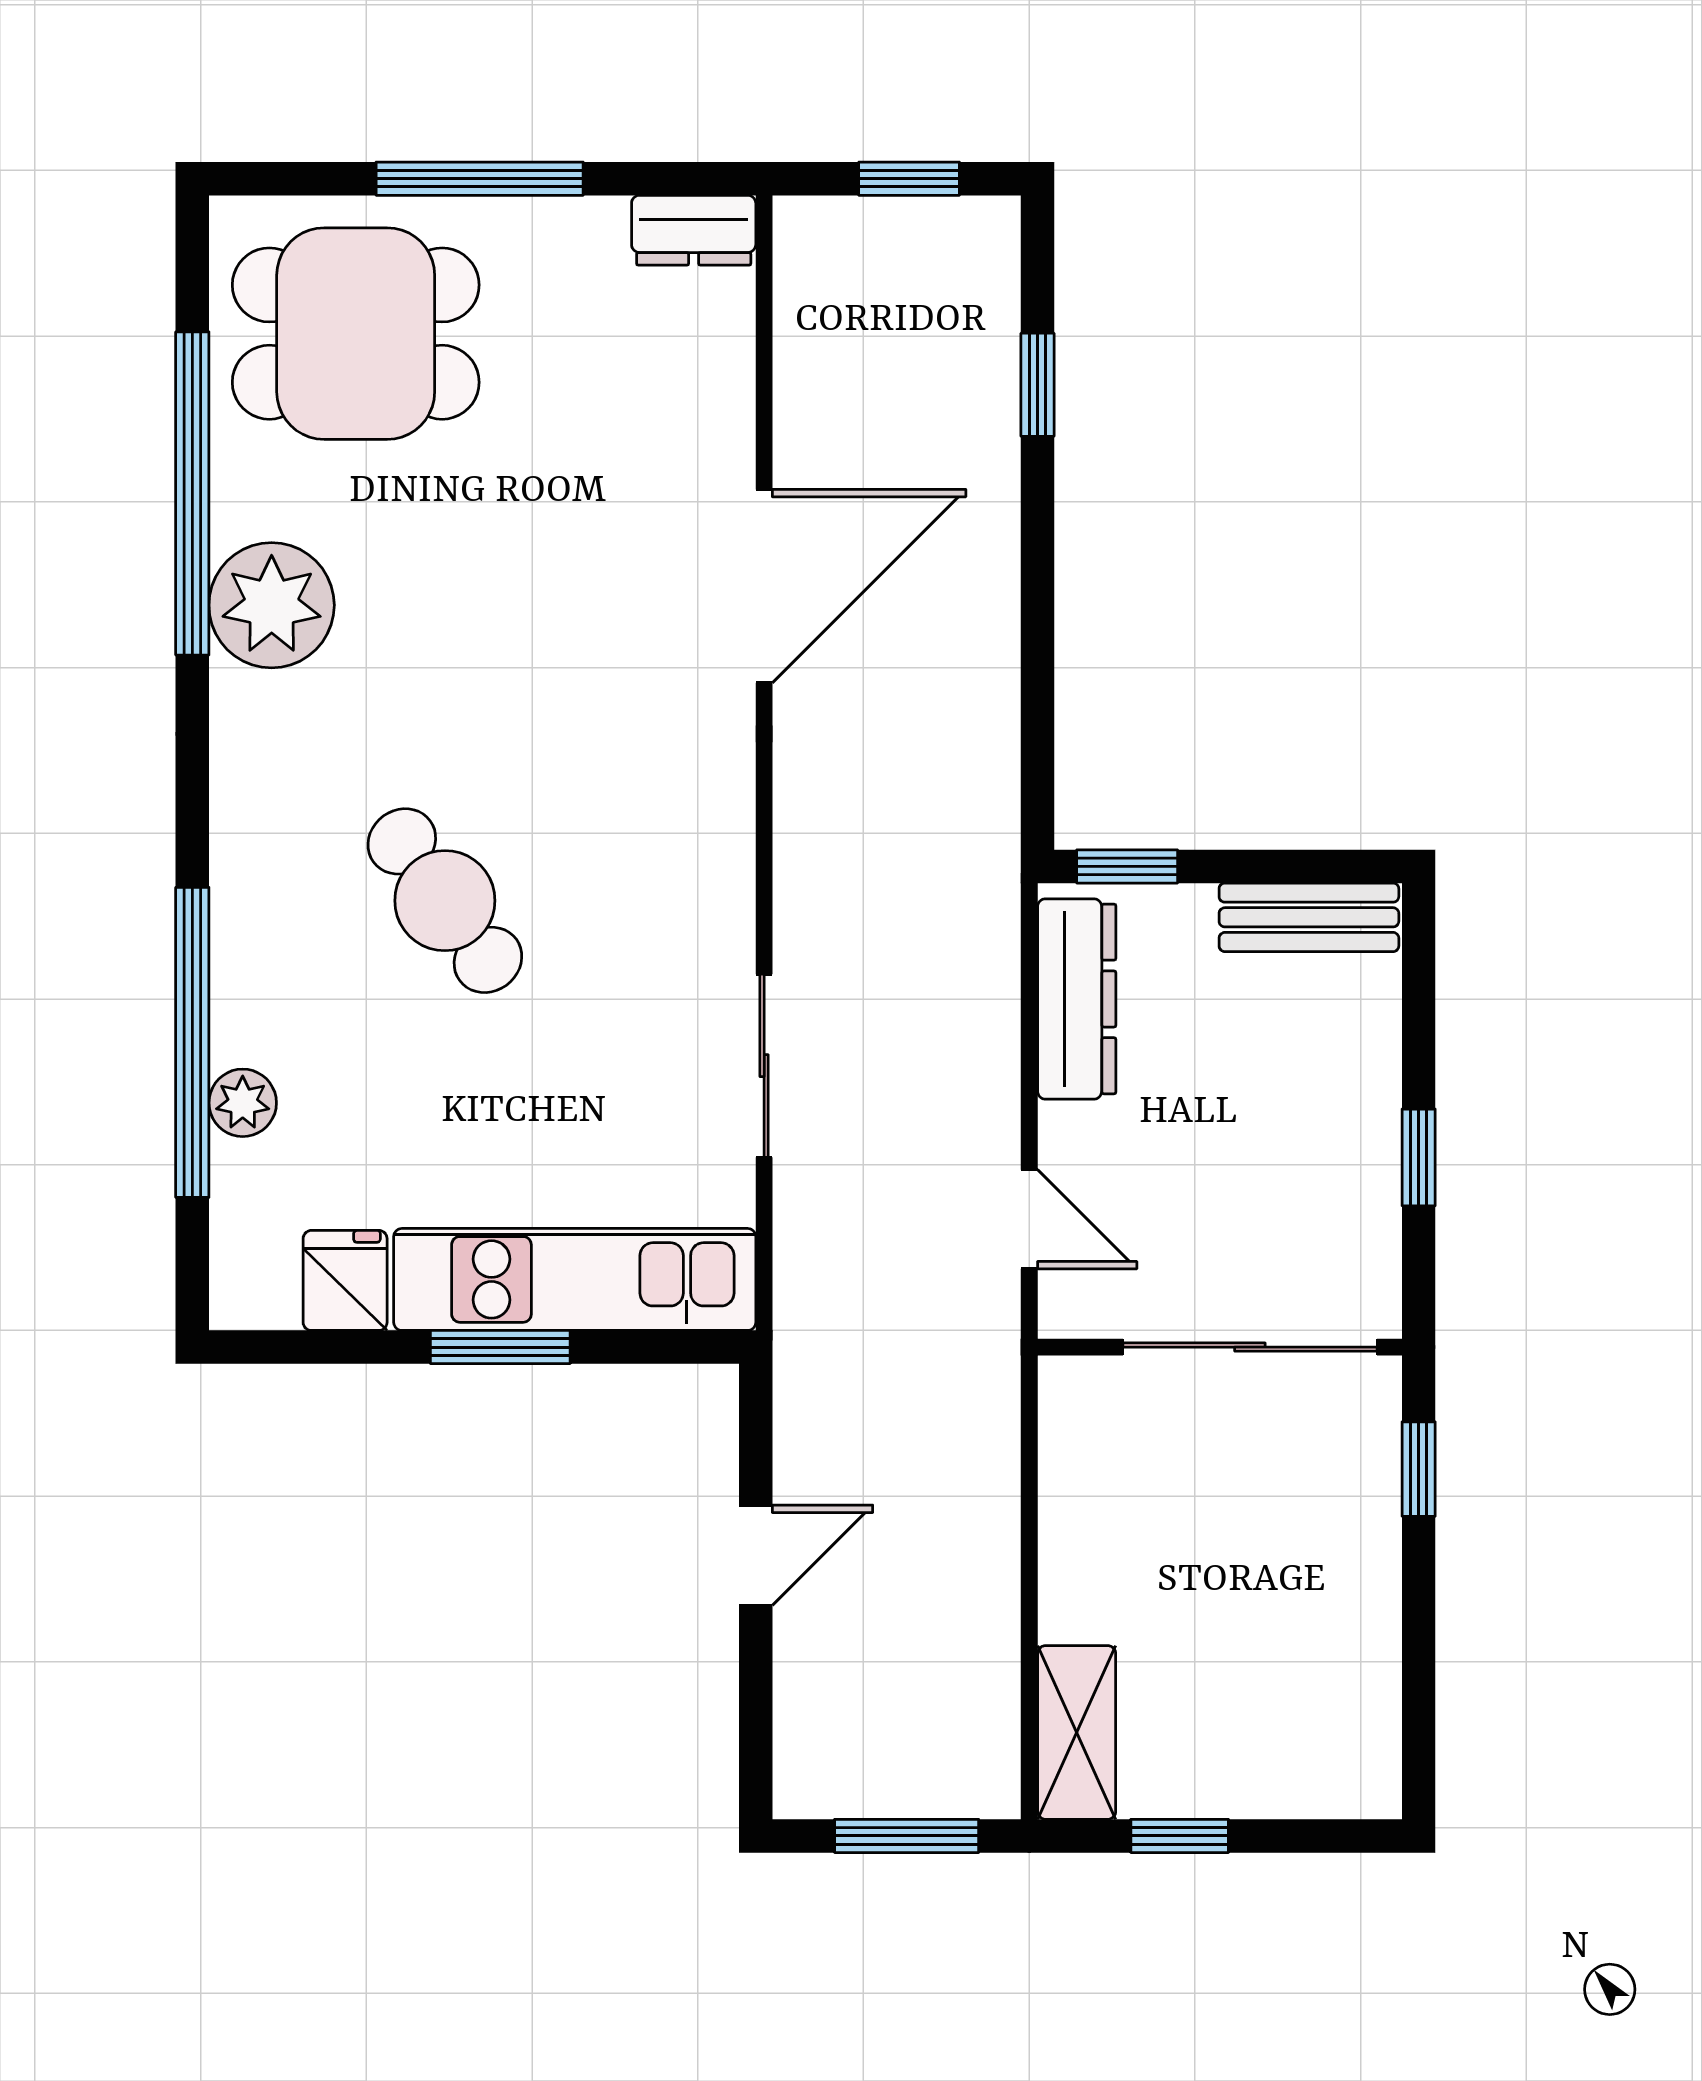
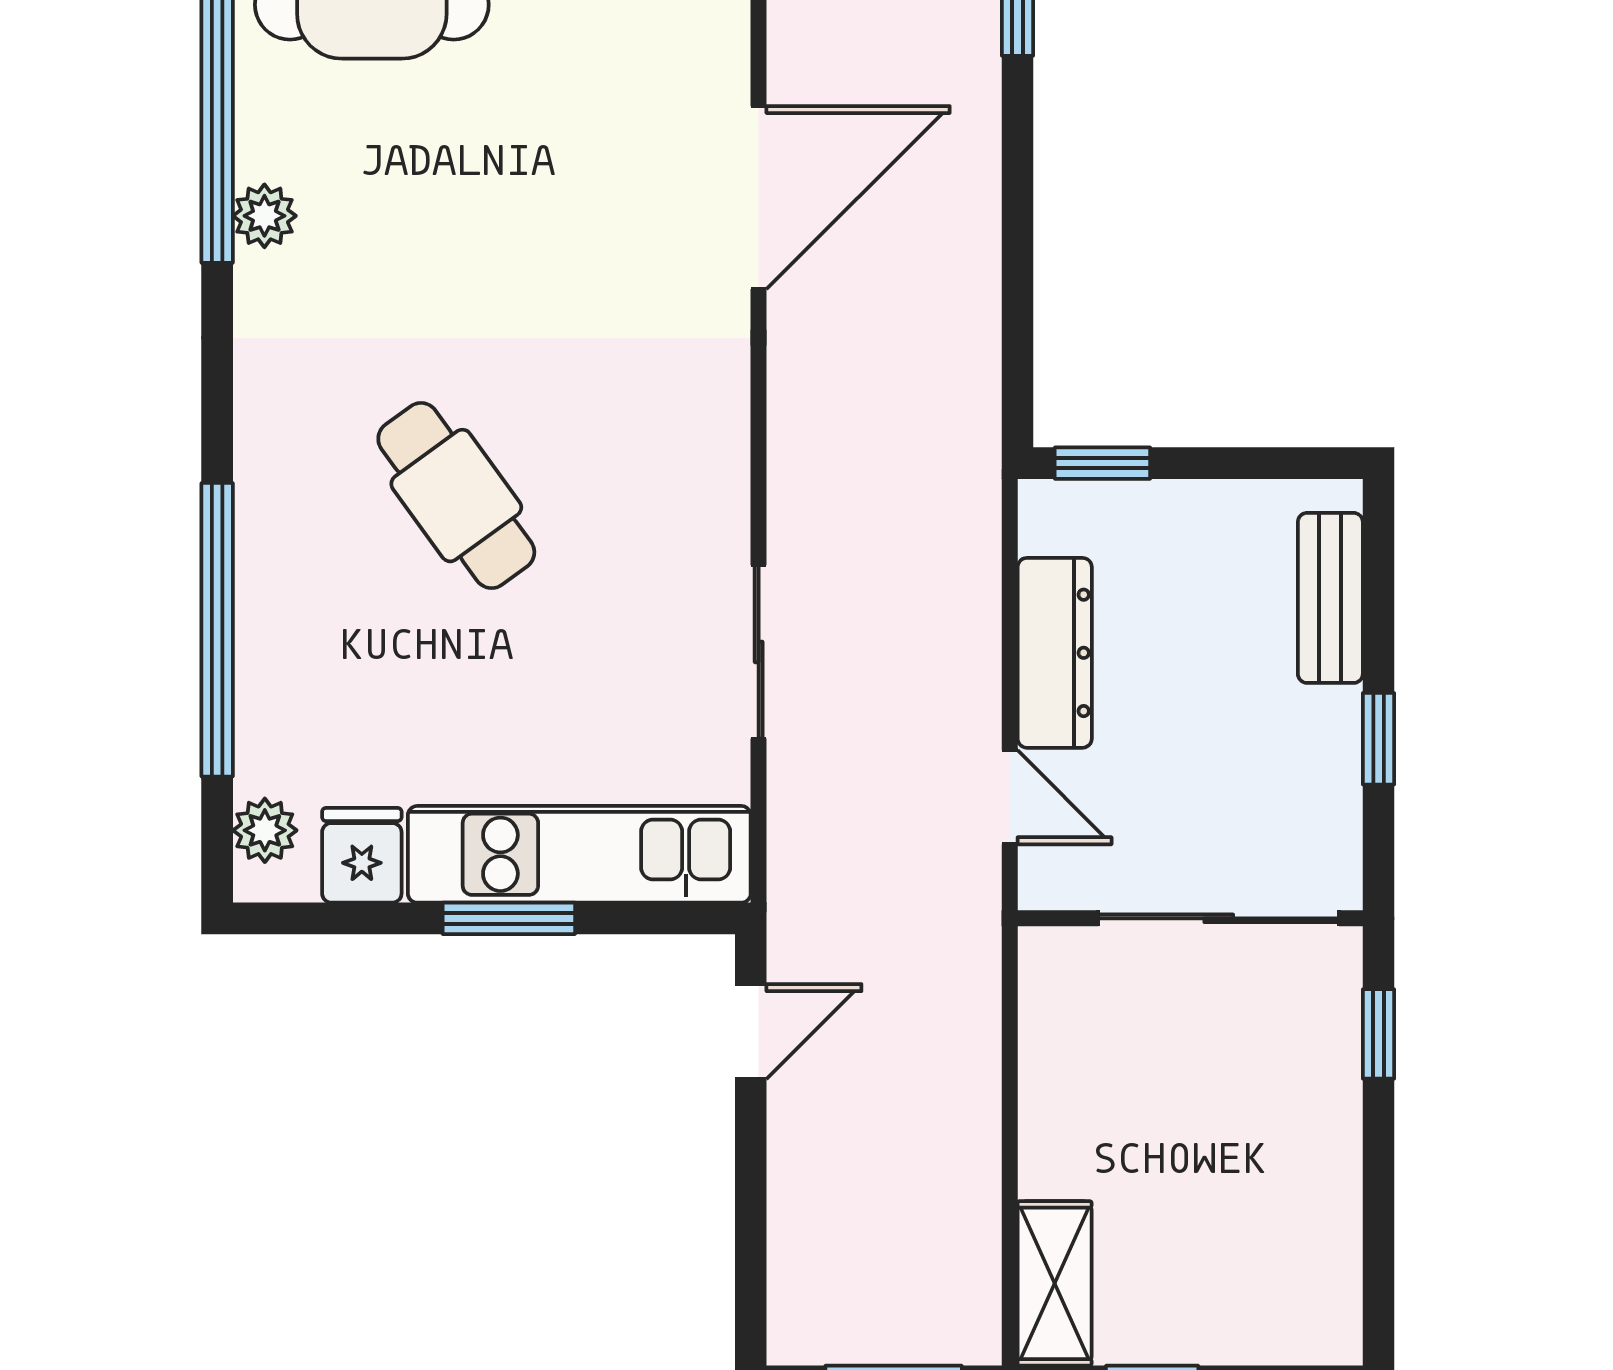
plant: (272, 605) -> (264, 216), width x0.53, depth x0.53
bench: (1309, 917) -> (1330, 598), moved, turned 90
dresser: (1077, 999) -> (1055, 653), moved
plant: (243, 1103) -> (265, 830), moved
door: (756, 1555) -> (751, 1032), moved

